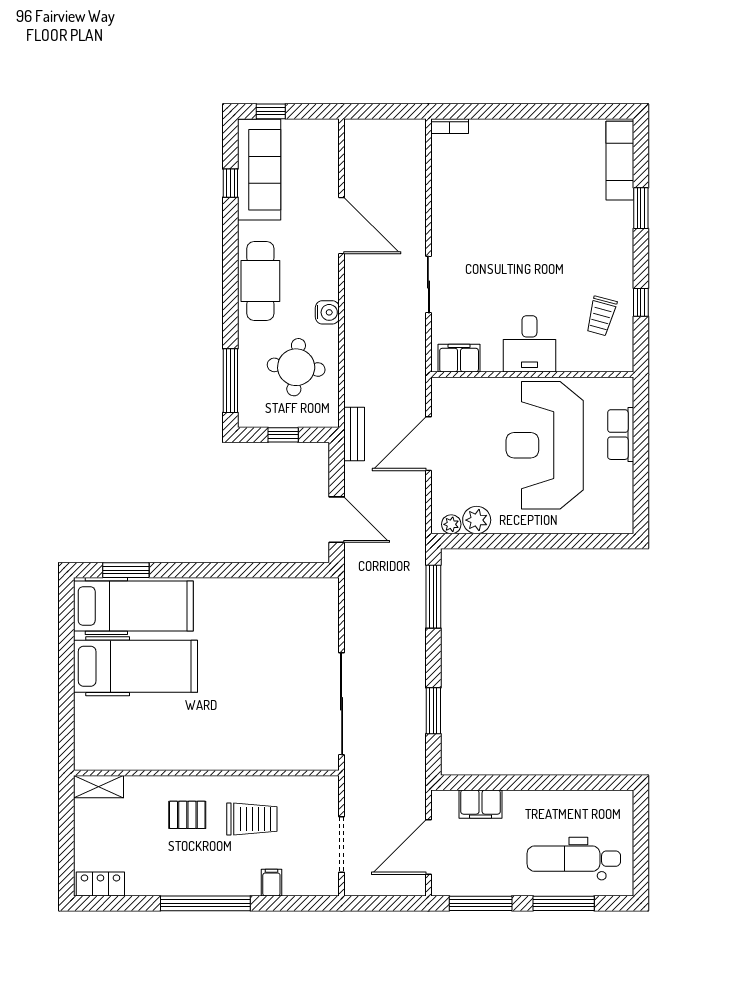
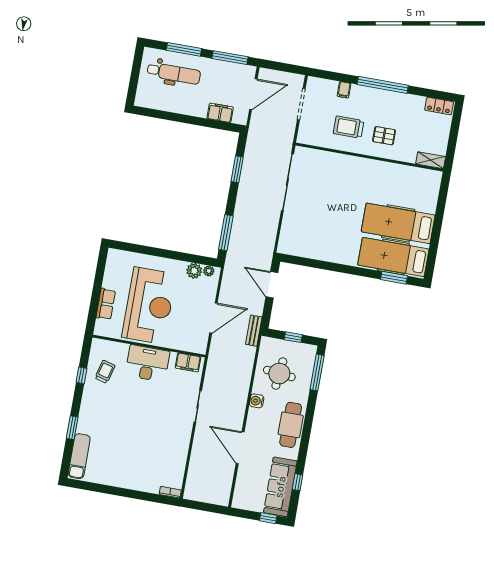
desk: (529, 344) -> (147, 363), width x1.37

